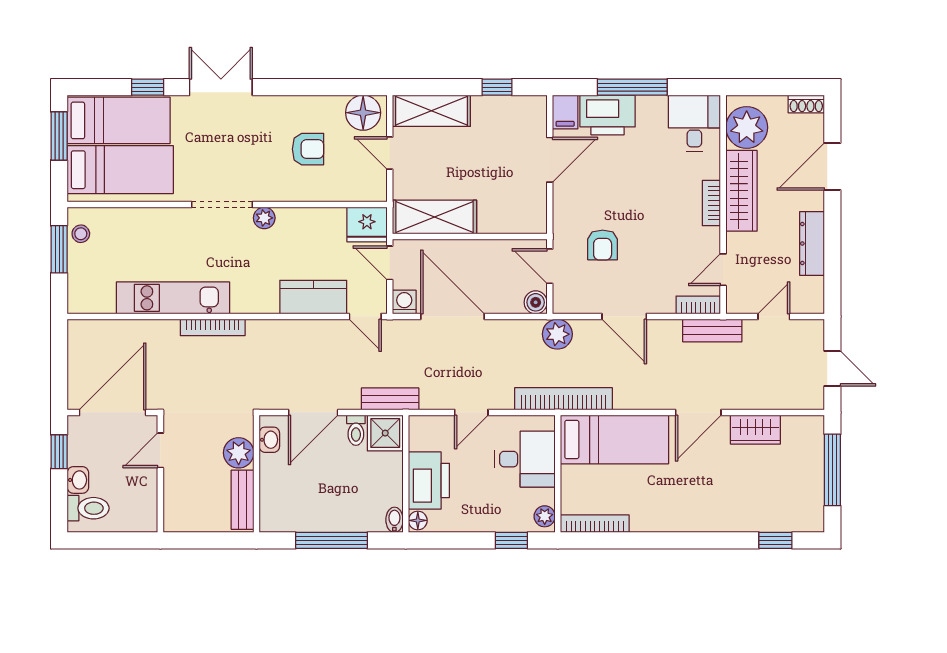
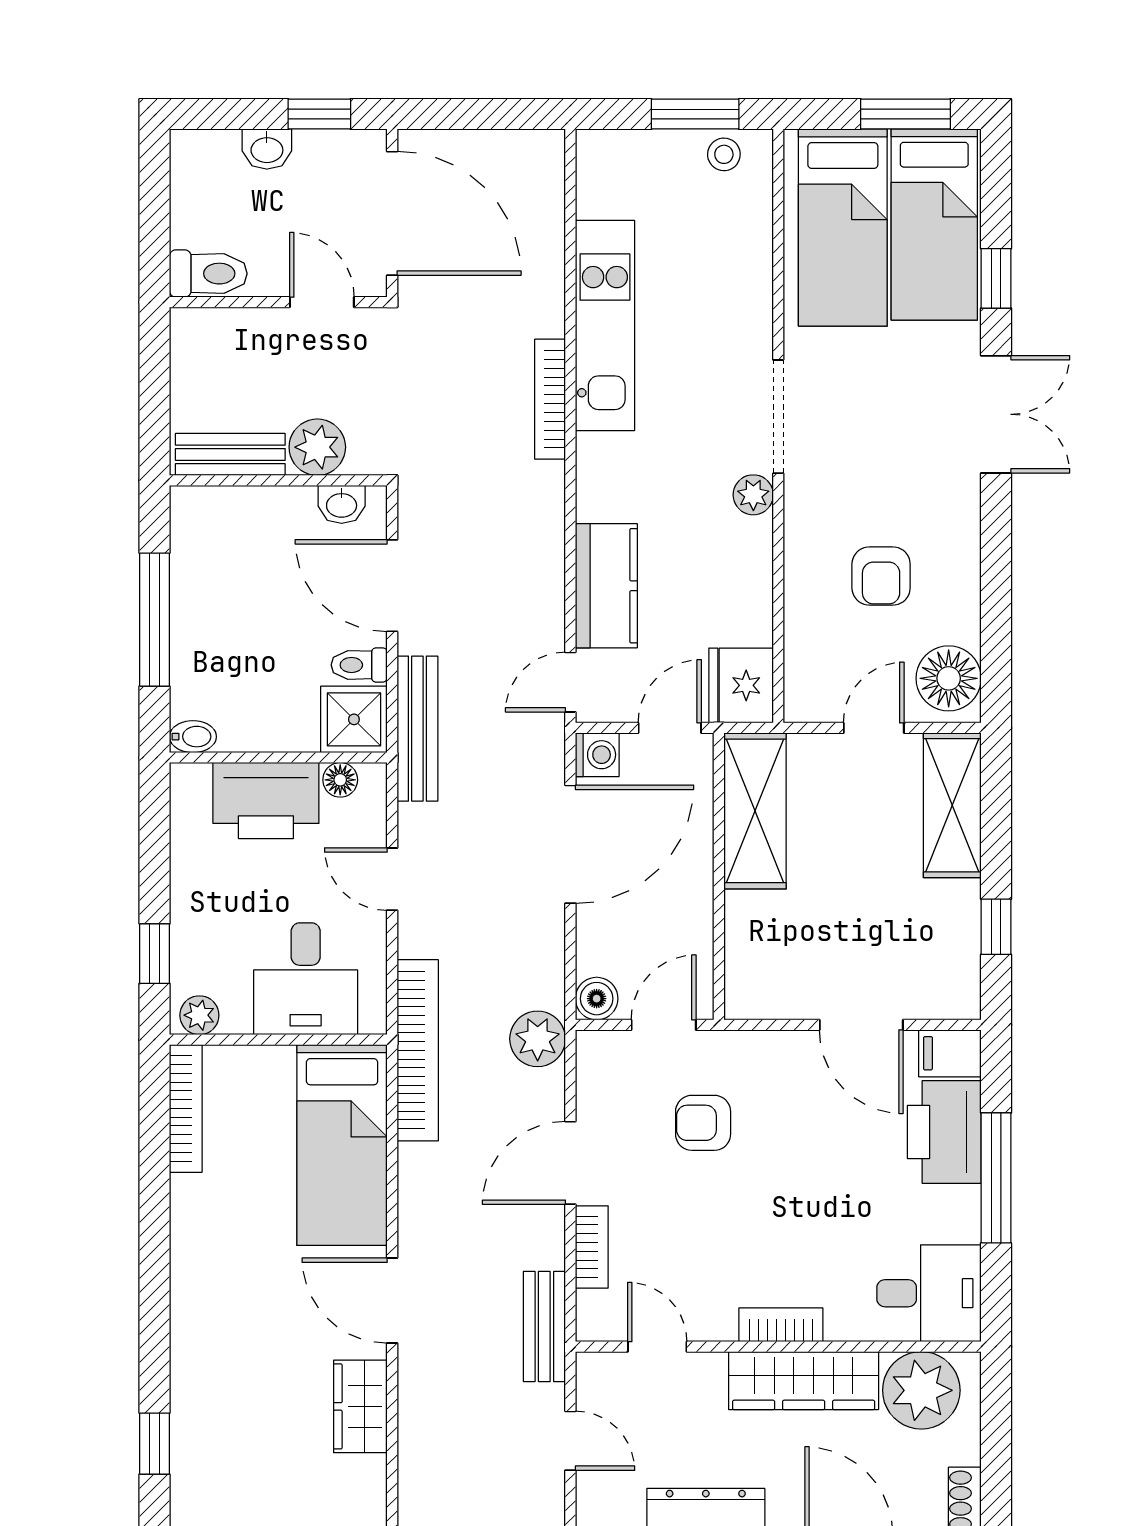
bookcase: (698, 305) -> (592, 1247), moved
bench: (390, 399) -> (417, 729), width x1.36
toilet: (88, 508) -> (208, 274), moved, turned -90
floor lamp: (418, 520) -> (340, 780), moved

